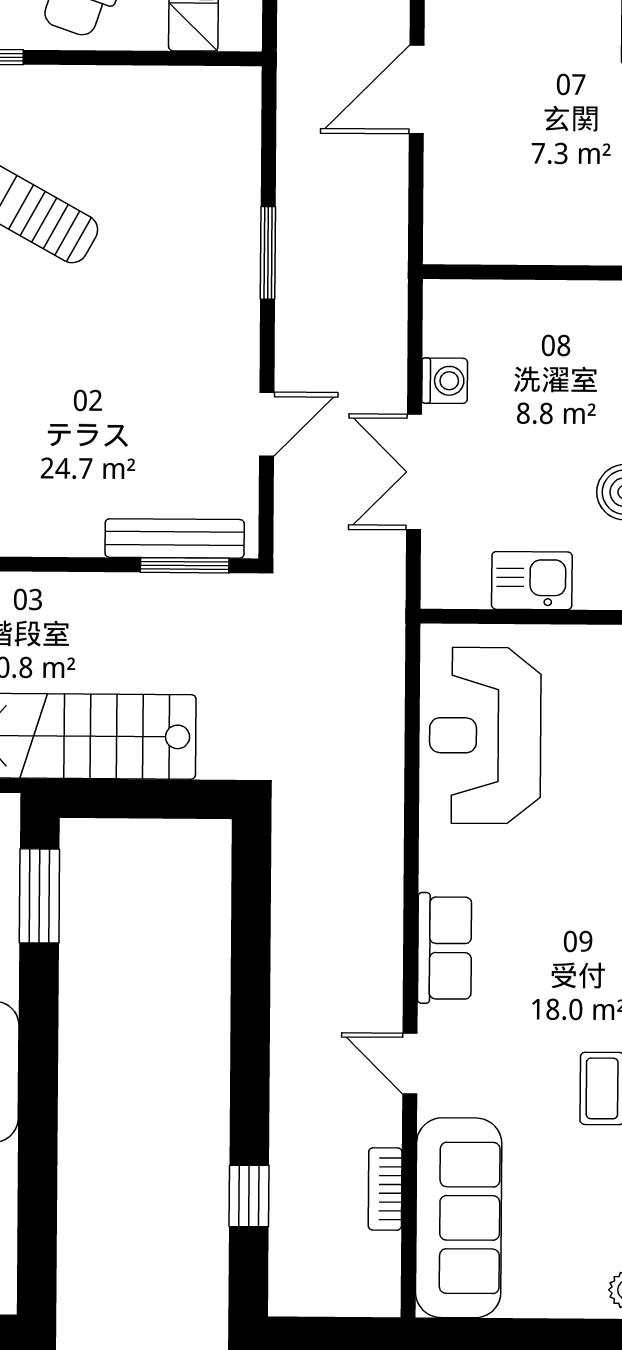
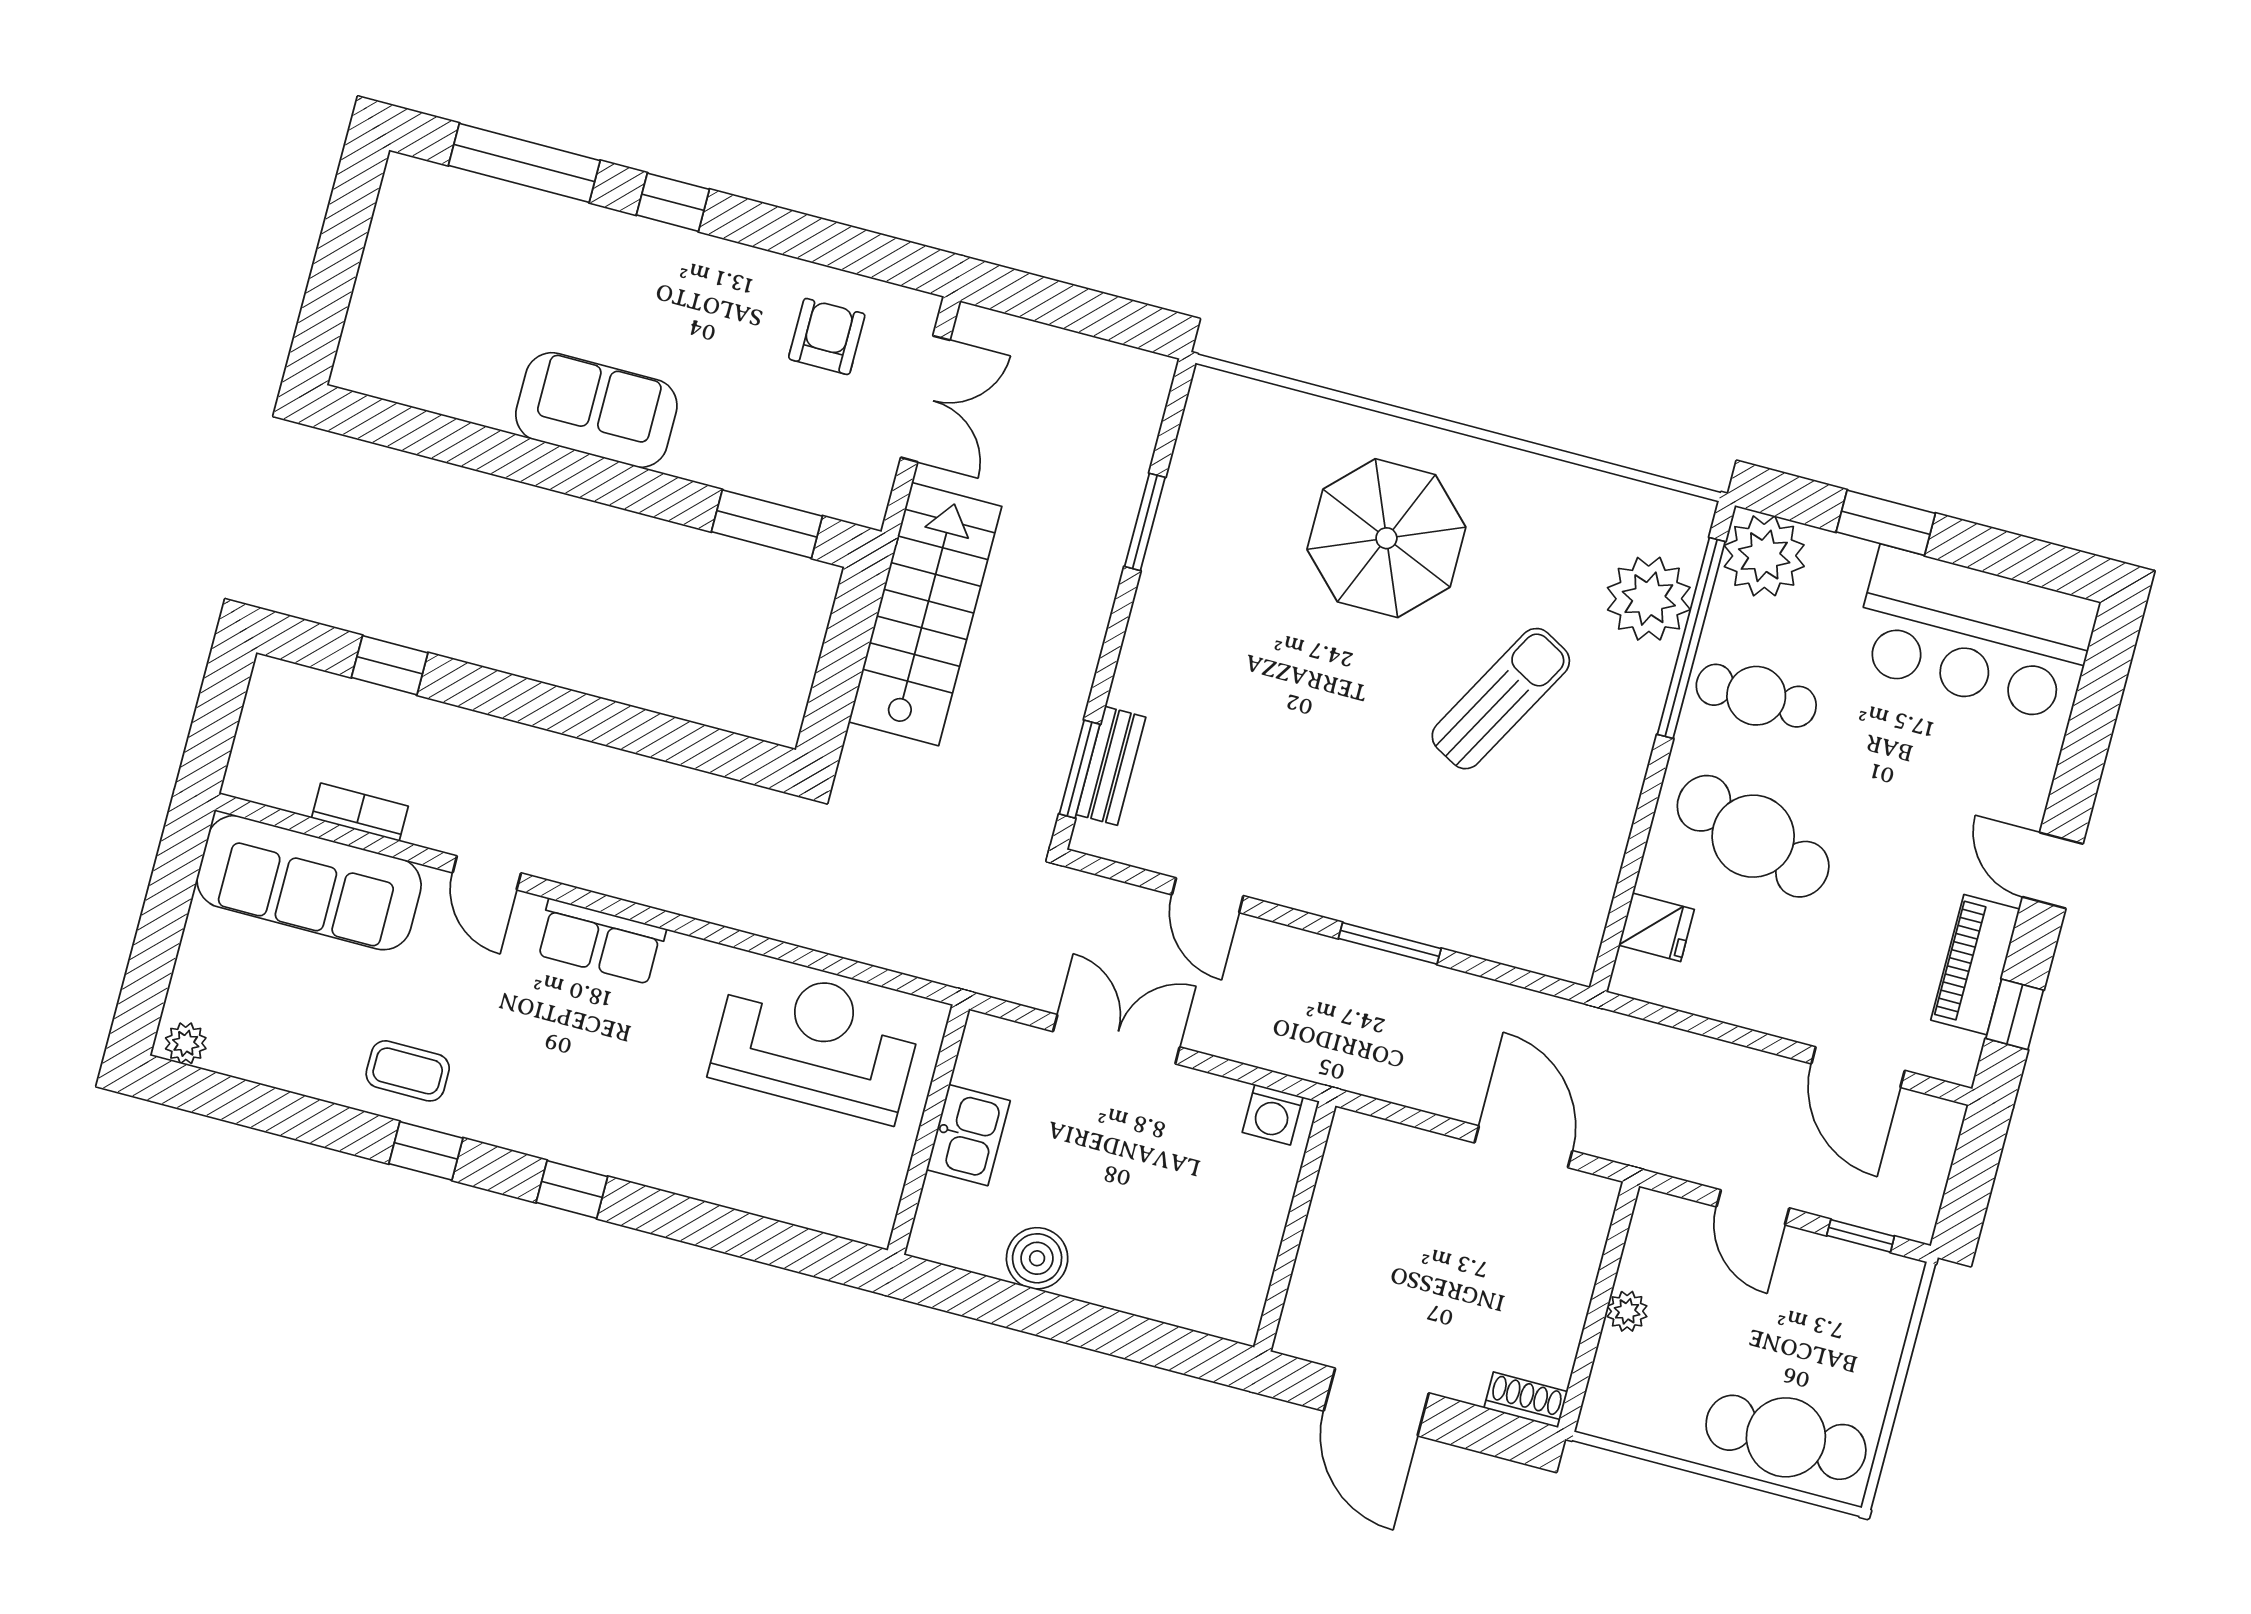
washing machine: (445, 381) -> (1273, 1115), moved
bench: (175, 538) -> (1111, 766), width x0.73
door: (410, 1064) -> (487, 873), swing flipped

